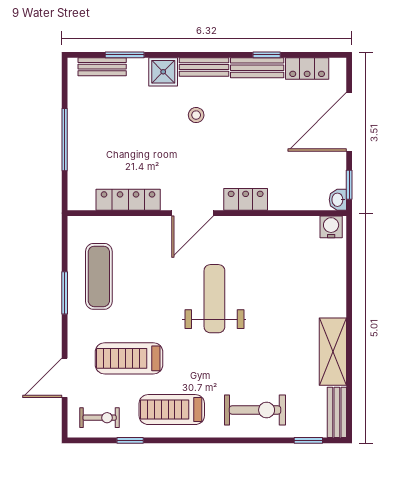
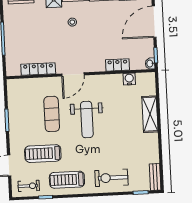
locker: (246, 199) -> (117, 65), moved
water cooler: (331, 227) -> (129, 79), moved
exercise mat: (99, 276) -> (52, 114), moved
weight bench: (214, 299) -> (87, 119), turned 180
shelving: (333, 352) -> (150, 114), moved
exercise bike: (255, 410) -> (111, 178), turned 180

